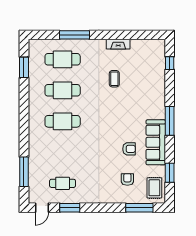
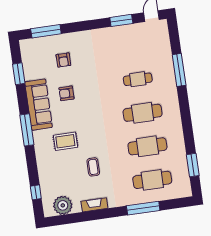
plant: (147, 48) -> (63, 205), added
window: (24, 172) -> (179, 70), moved
cafe table: (63, 183) -> (138, 79), moved
rug: (154, 188) -> (65, 141), moved, turned 90

